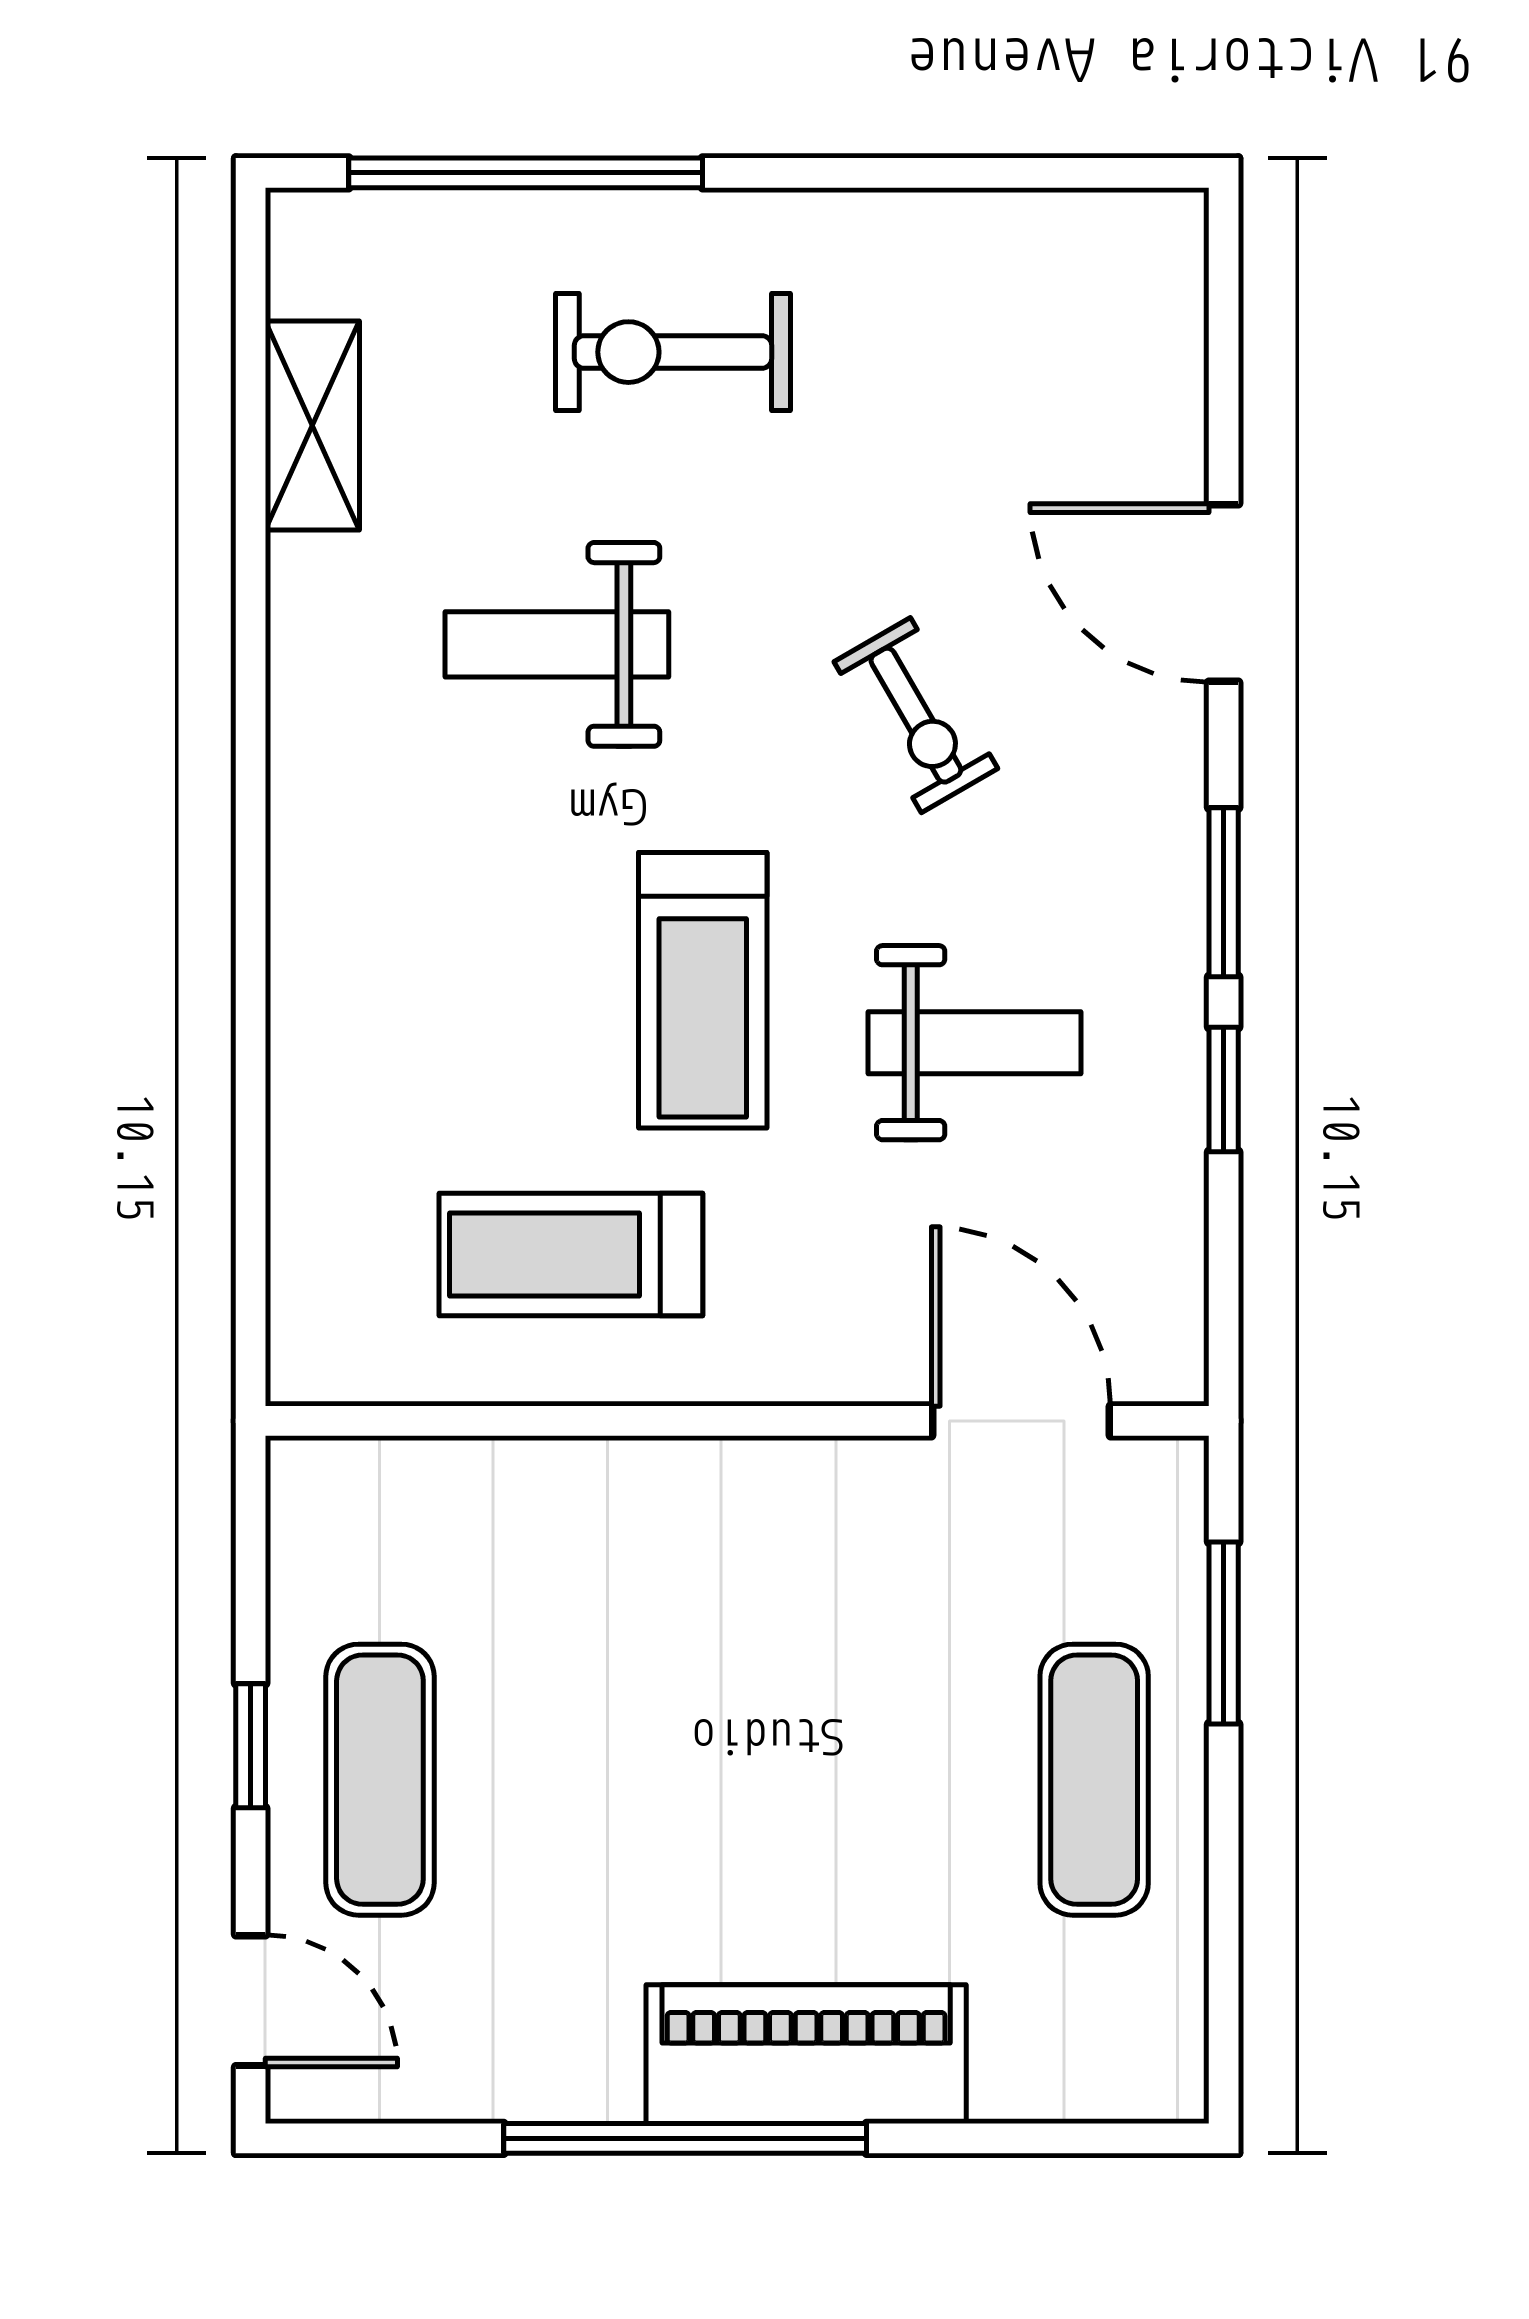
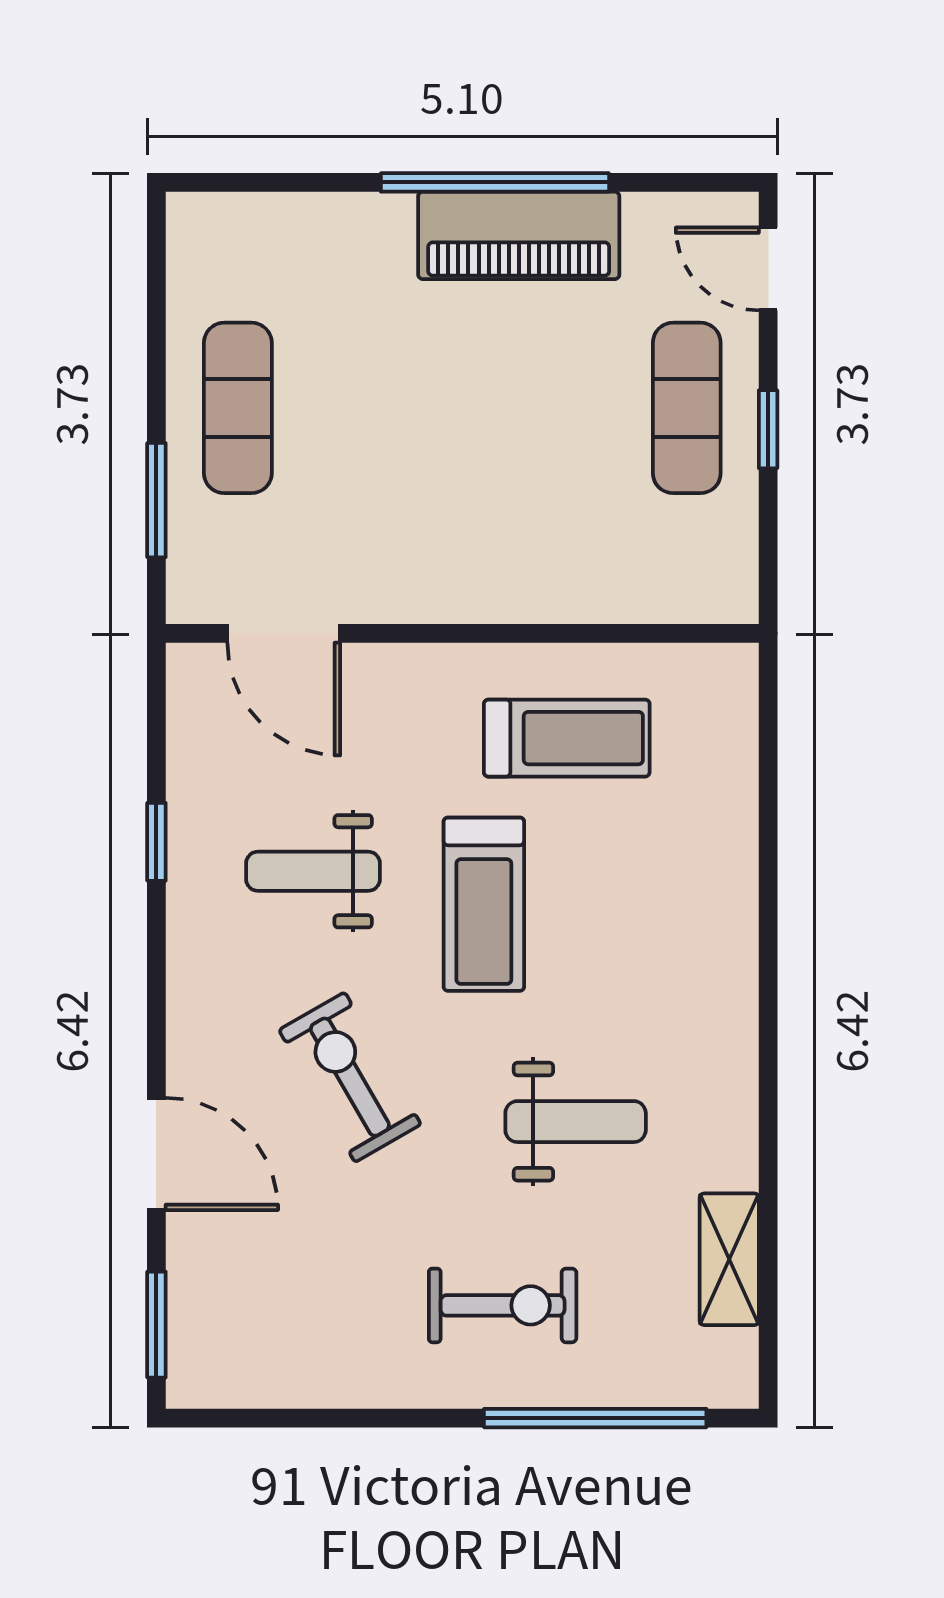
exercise bike: (916, 715) -> (350, 1077), width x1.38, depth x1.39
window: (1224, 892) -> (156, 1325), moved
treadmill: (703, 990) -> (484, 904), turned 180
piano: (806, 2054) -> (519, 235), moved

